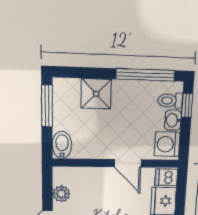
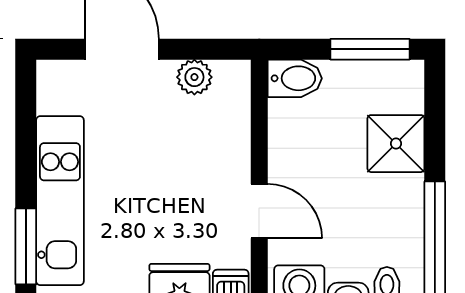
door: (128, 163) -> (259, 211), swing flipped

